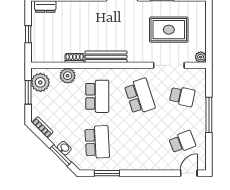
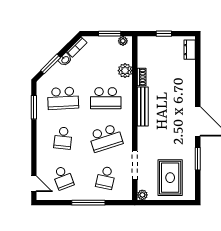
rug: (169, 30) -> (170, 178), moved
plant: (40, 82) -> (123, 41), width x0.53, depth x0.53
school desk: (140, 142) -> (63, 138), added
washbasin: (64, 148) -> (65, 60), moved

